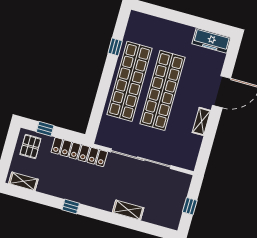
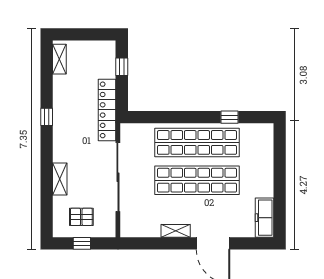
pallet: (30, 146) -> (81, 217), moved

